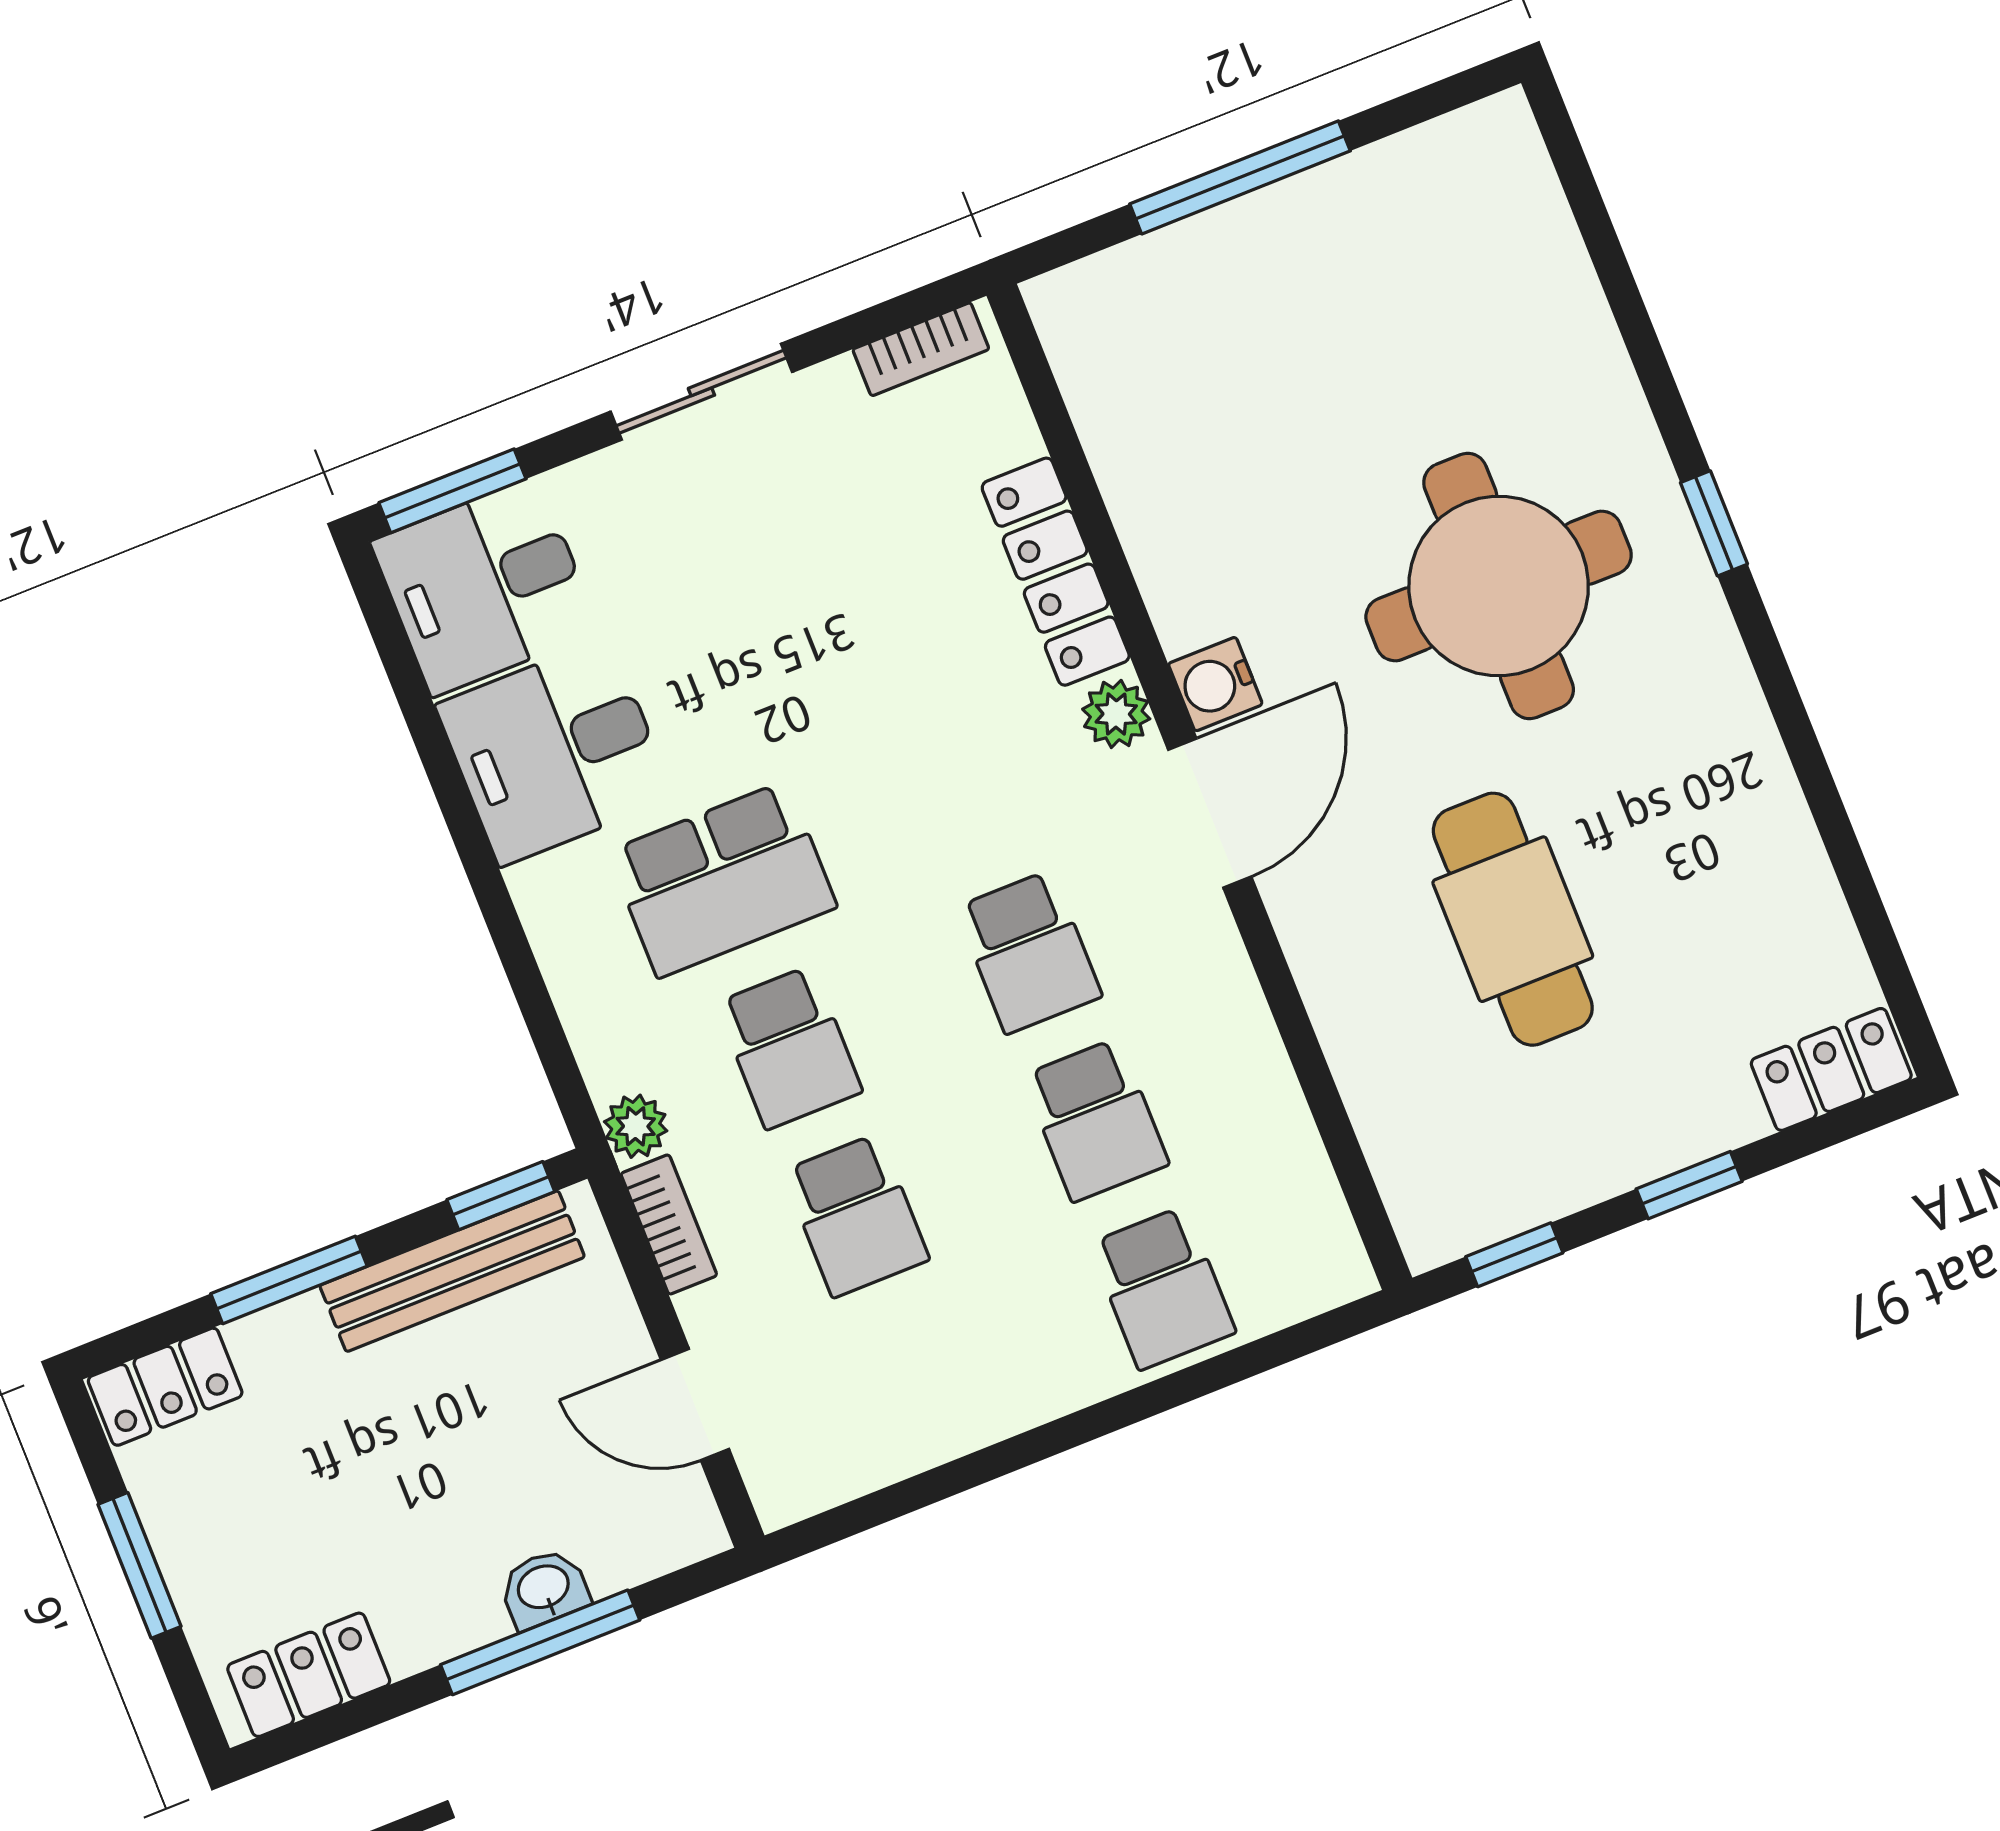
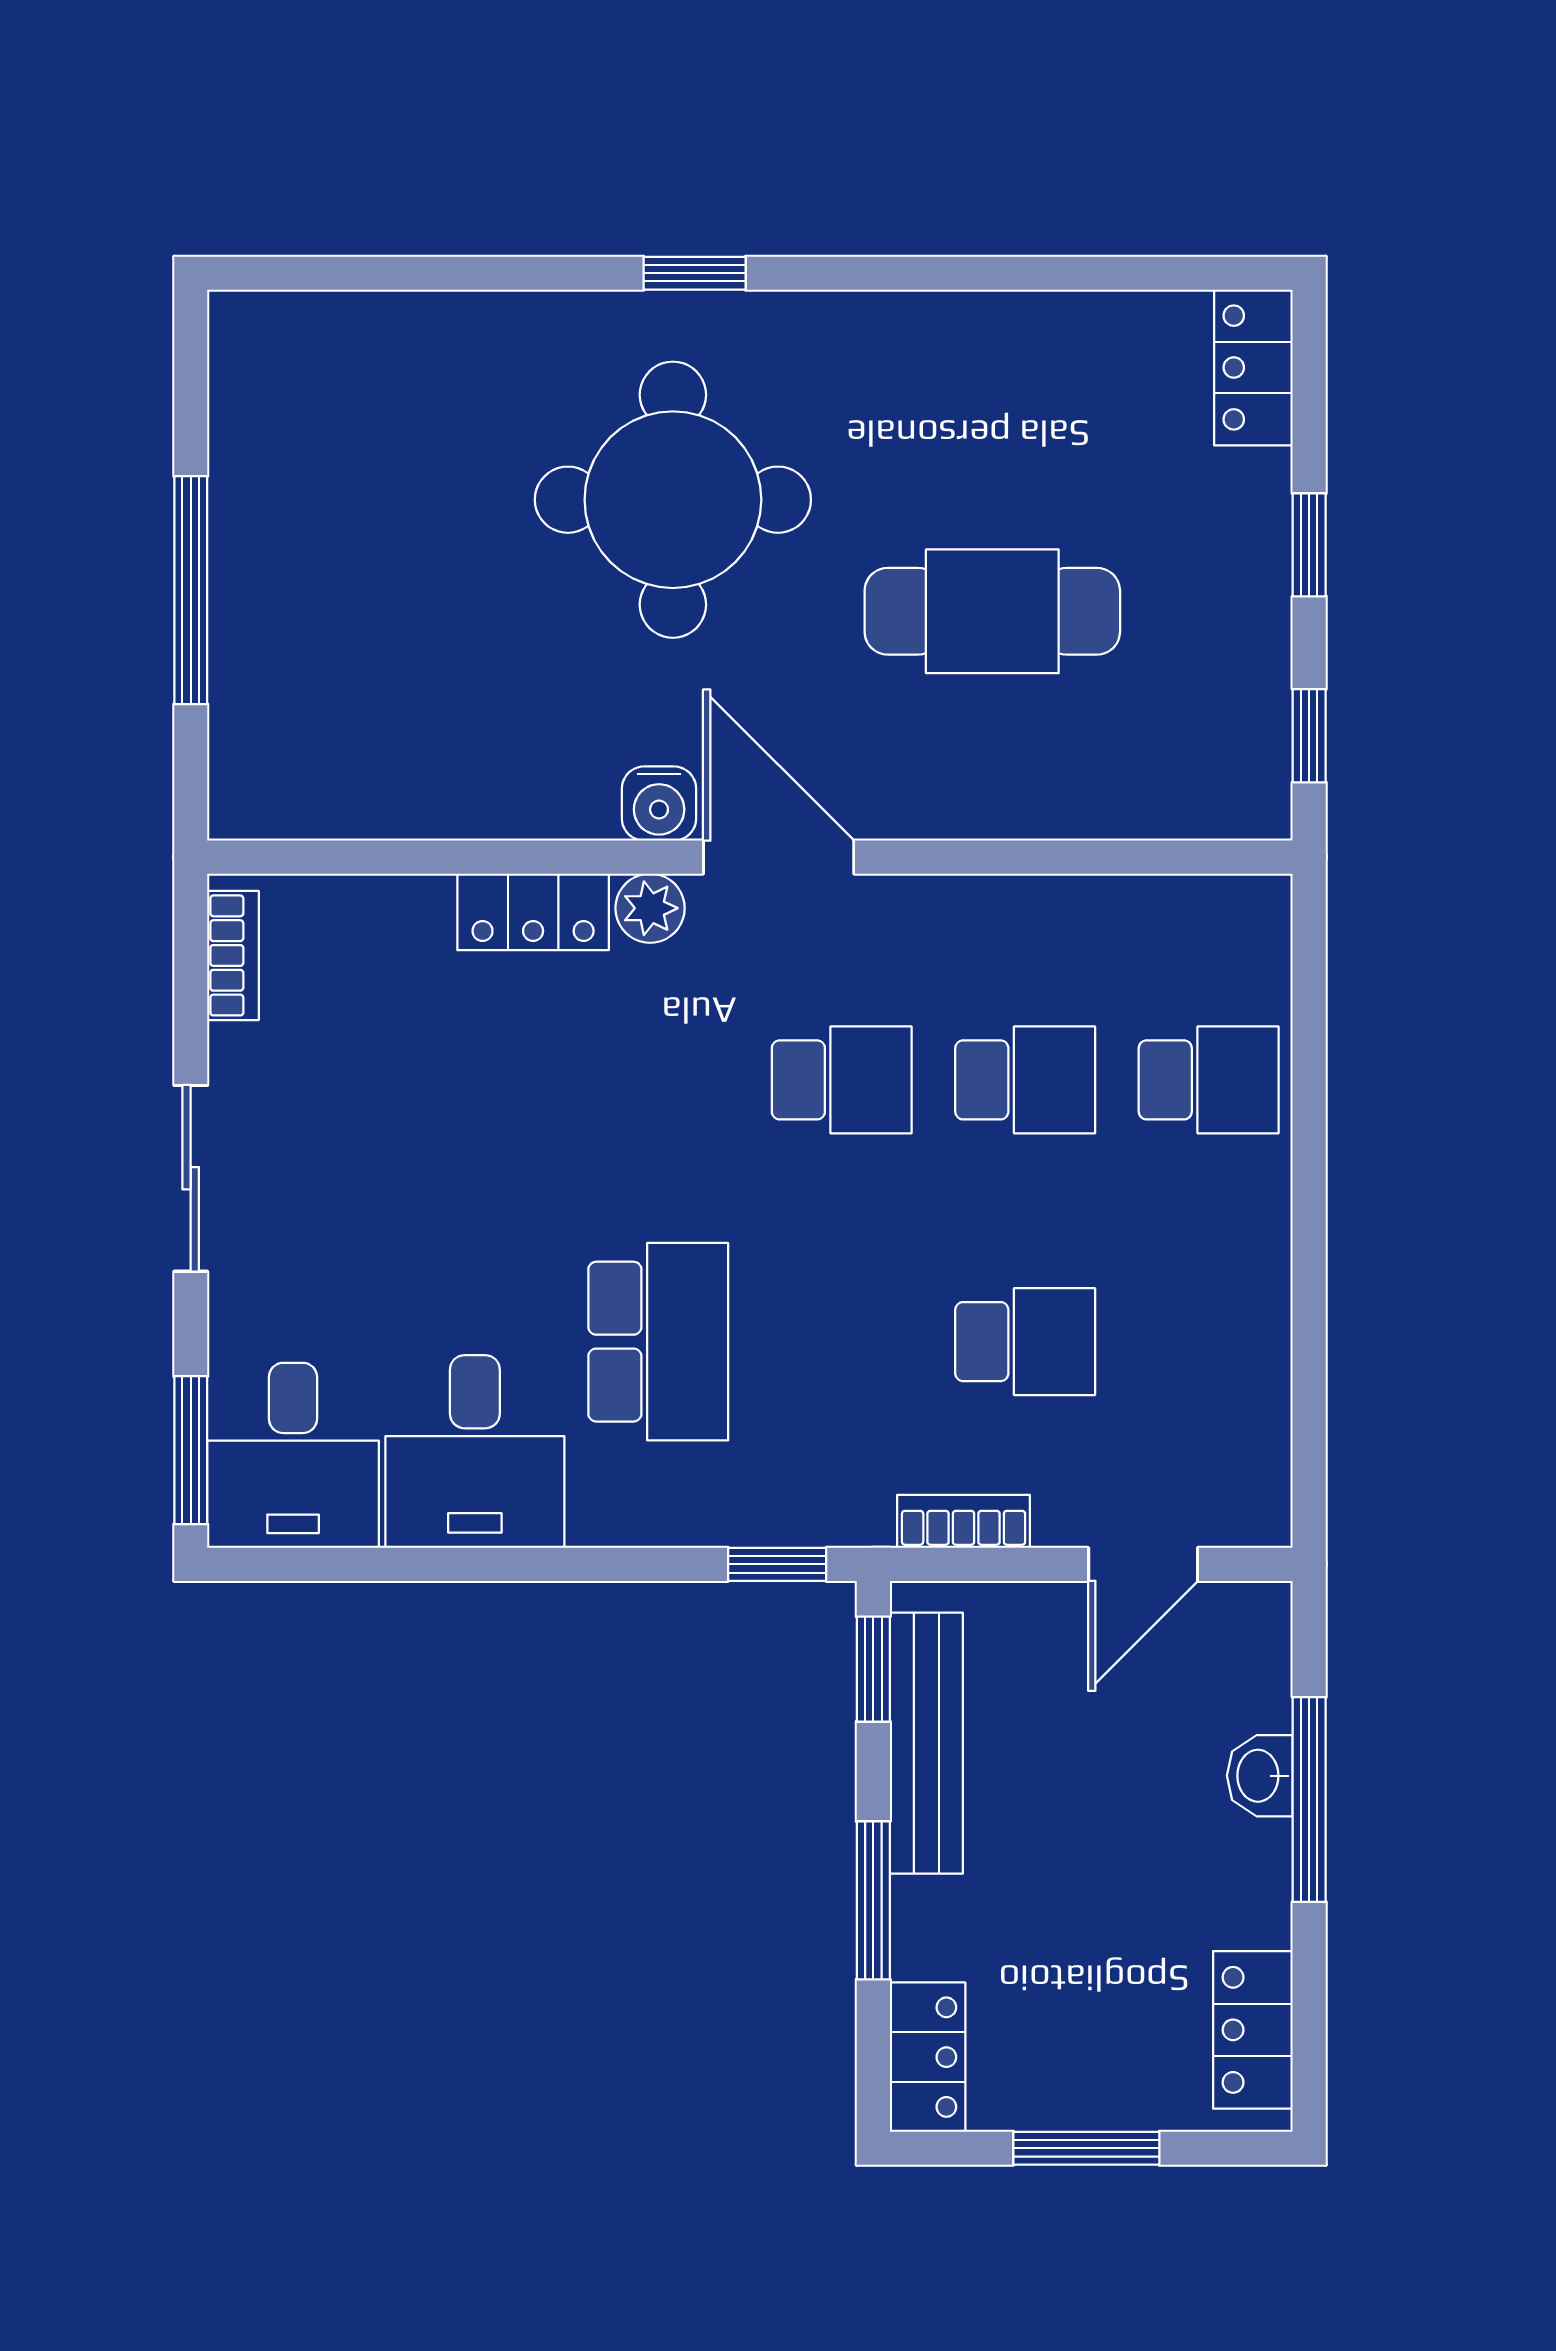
locker: (1056, 572) -> (533, 912), width x0.66
school desk: (789, 1047) -> (842, 1342), removed
window: (562, 1069) -> (777, 1564), added
plant: (636, 1126) -> (859, 1516), removed

